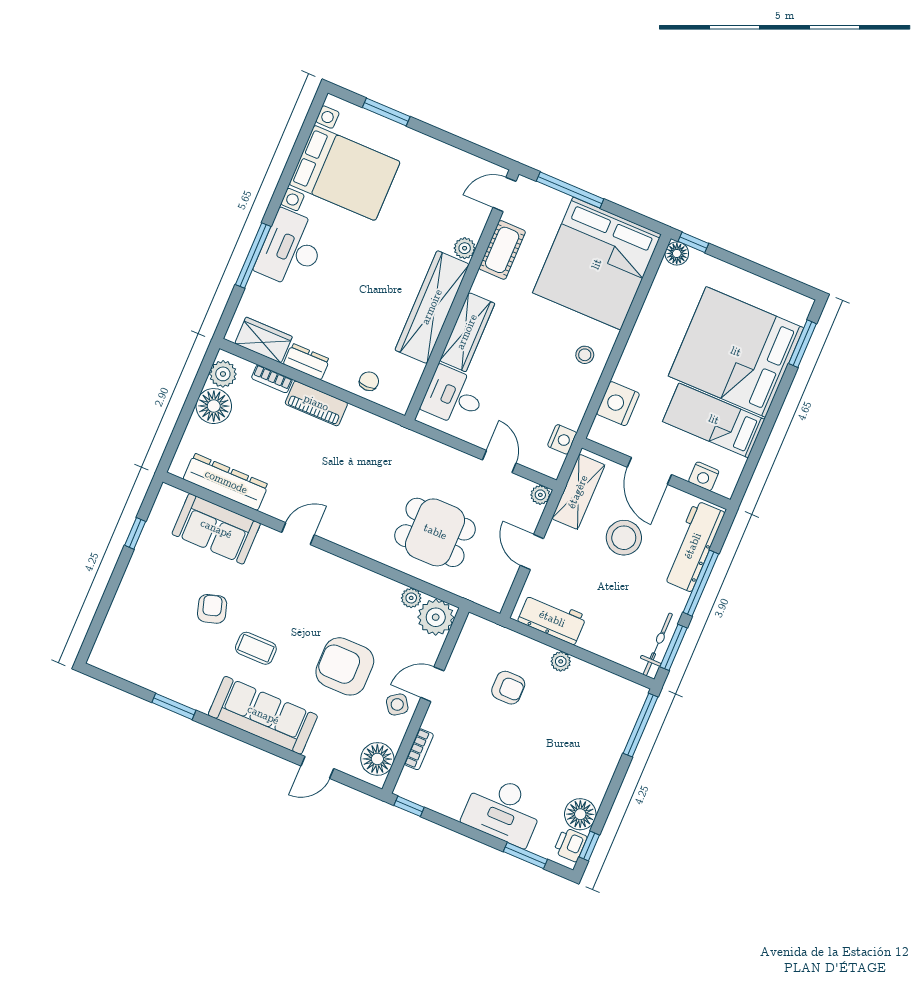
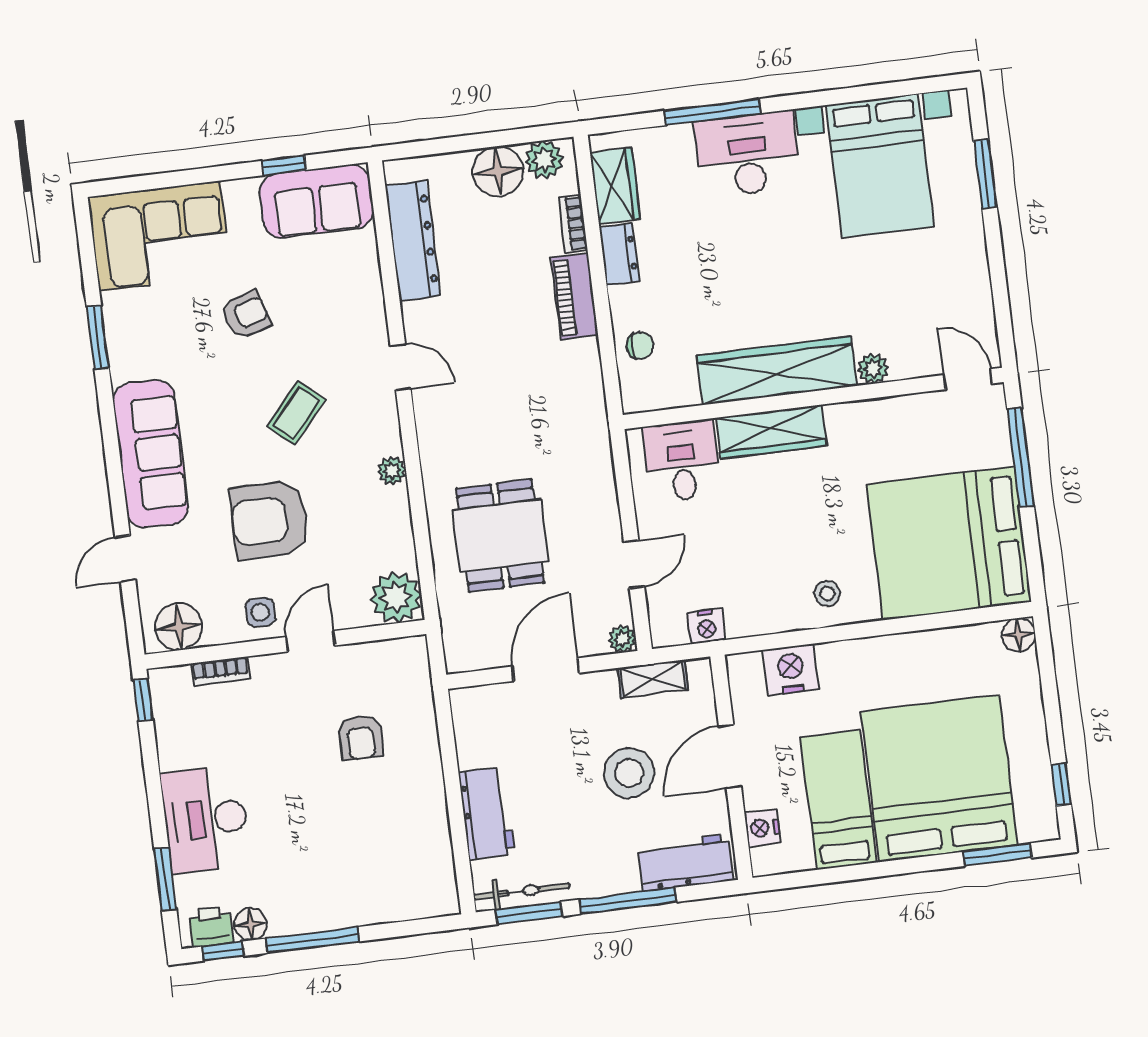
window: (693, 242) -> (1061, 784), moved
cot: (502, 250) -> (898, 416), removed
shelving: (578, 492) -> (653, 679), width x0.67, depth x0.75
sofa: (216, 529) -> (316, 201), moved, turned -90
workbench: (693, 546) -> (685, 863), width x0.73
door: (532, 552) -> (546, 670), width x1.38
plant: (411, 598) -> (392, 471), moved
workbench: (552, 619) -> (486, 813), moved
corner sofa: (134, 633) -> (160, 236), added
coffee table: (256, 648) -> (296, 413), moved, turned 41
plant: (561, 661) -> (431, 784), removed
armchair: (345, 666) -> (270, 520), turned -90
door: (432, 684) -> (311, 641), hinge flipped
side table: (397, 704) -> (260, 612), turned 35
window: (640, 725) -> (313, 940), moved
door: (317, 767) -> (125, 558), hinge flipped
floor lamp: (580, 814) -> (251, 924), width x0.73, depth x0.73

